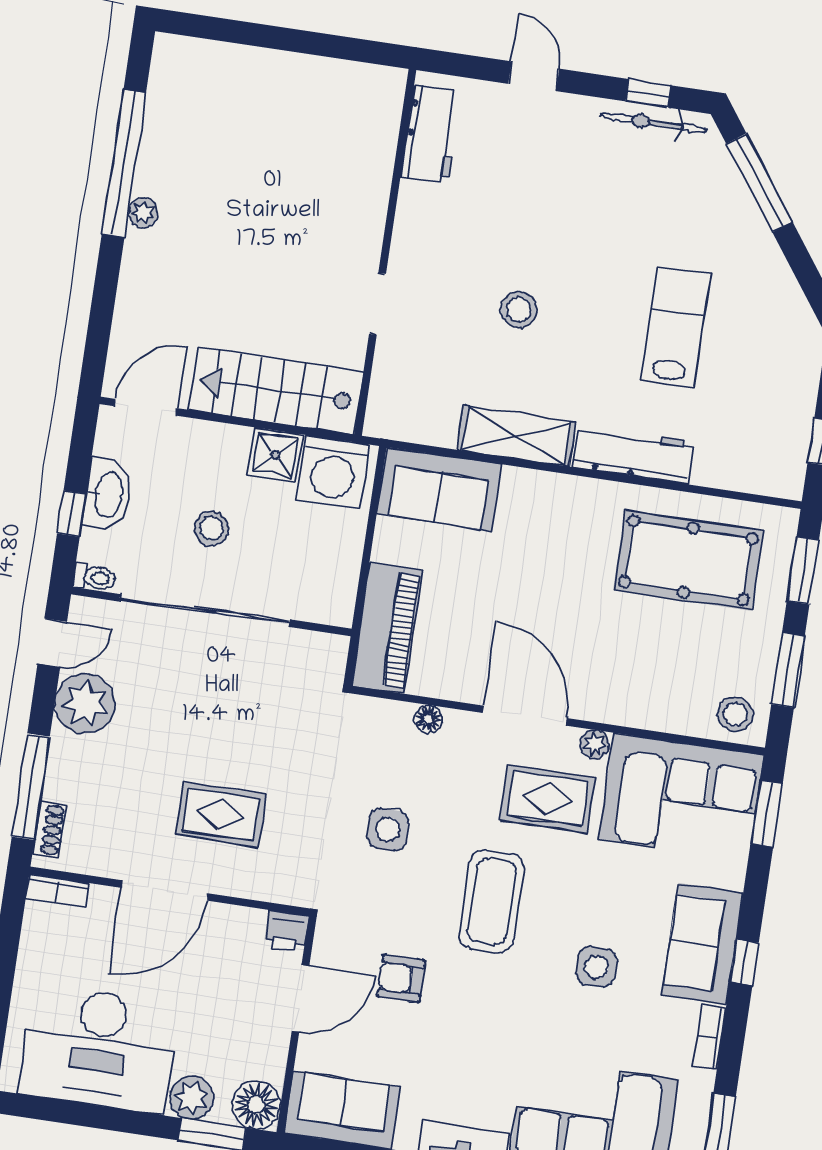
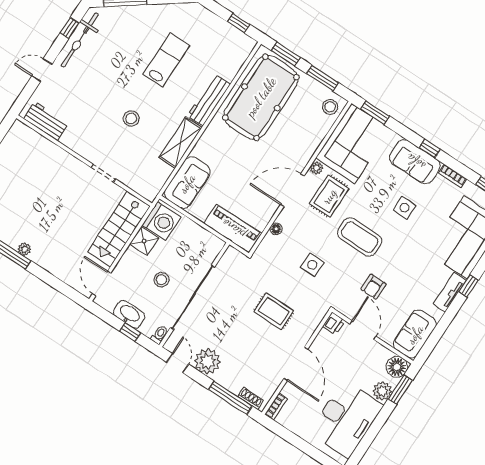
bicycle: (654, 123) -> (80, 40), width x1.37, depth x1.40
lab bench: (676, 327) -> (166, 60), turned 90
pool table: (688, 560) -> (261, 97), width x1.36, depth x1.32
rug: (221, 815) -> (274, 311), moved, turned 90

